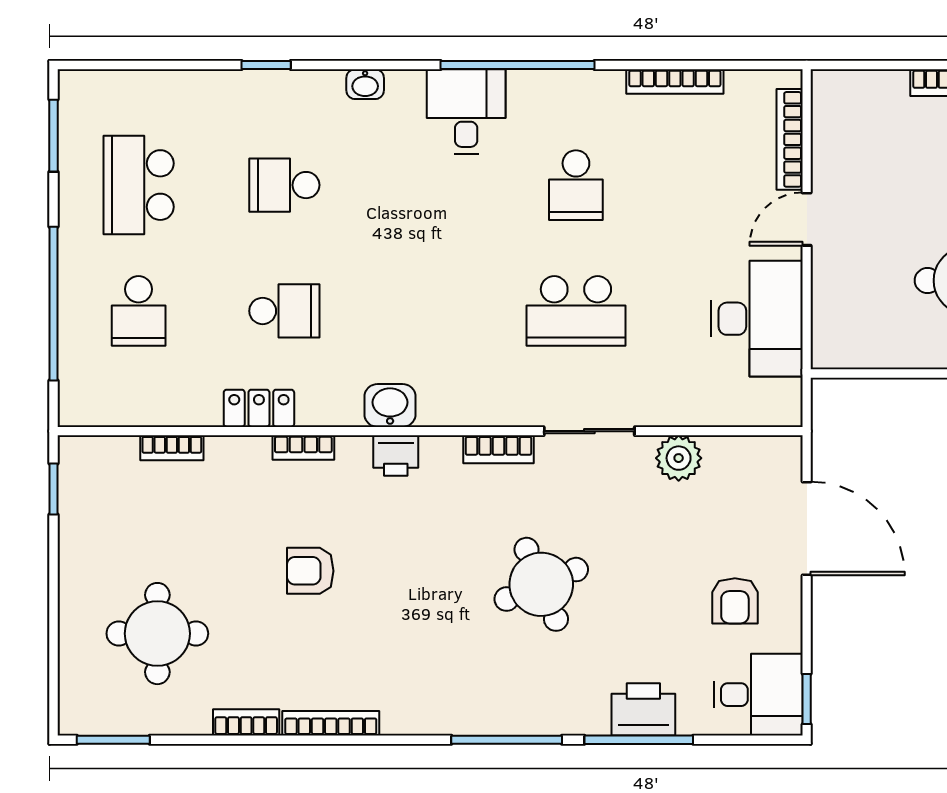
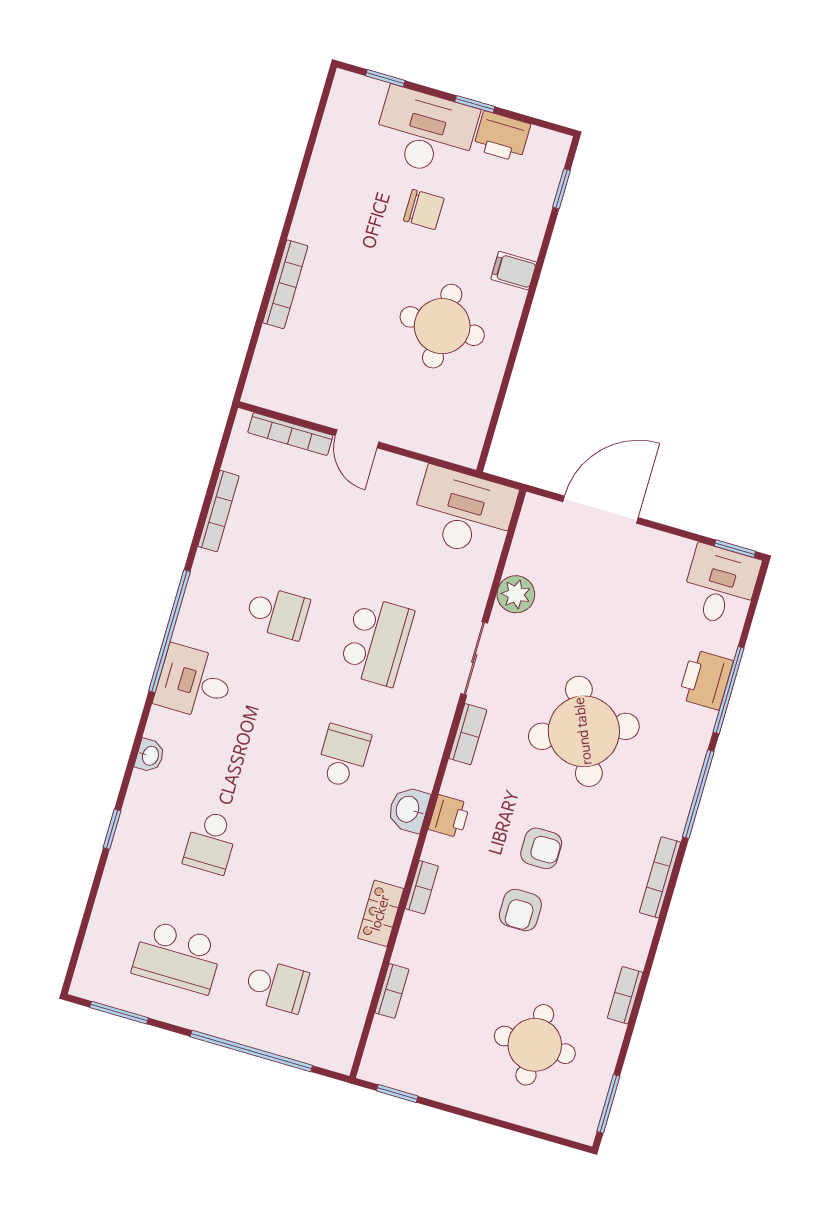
school desk: (284, 311) -> (343, 756), moved
desk: (757, 319) -> (464, 512), moved
round table: (541, 584) -> (584, 731), width x1.36, depth x1.36
armchair: (735, 601) -> (541, 848), moved
bookcase: (331, 723) -> (660, 877), moved

